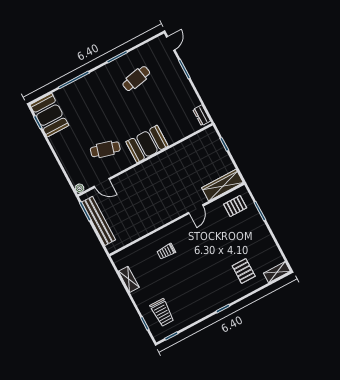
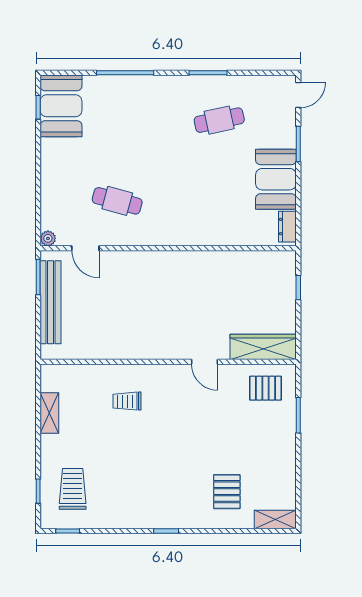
booth: (147, 144) -> (276, 179), moved, turned 90
door: (196, 209) -> (205, 362), hinge flipped
trolley: (162, 313) -> (73, 489), turned 180

